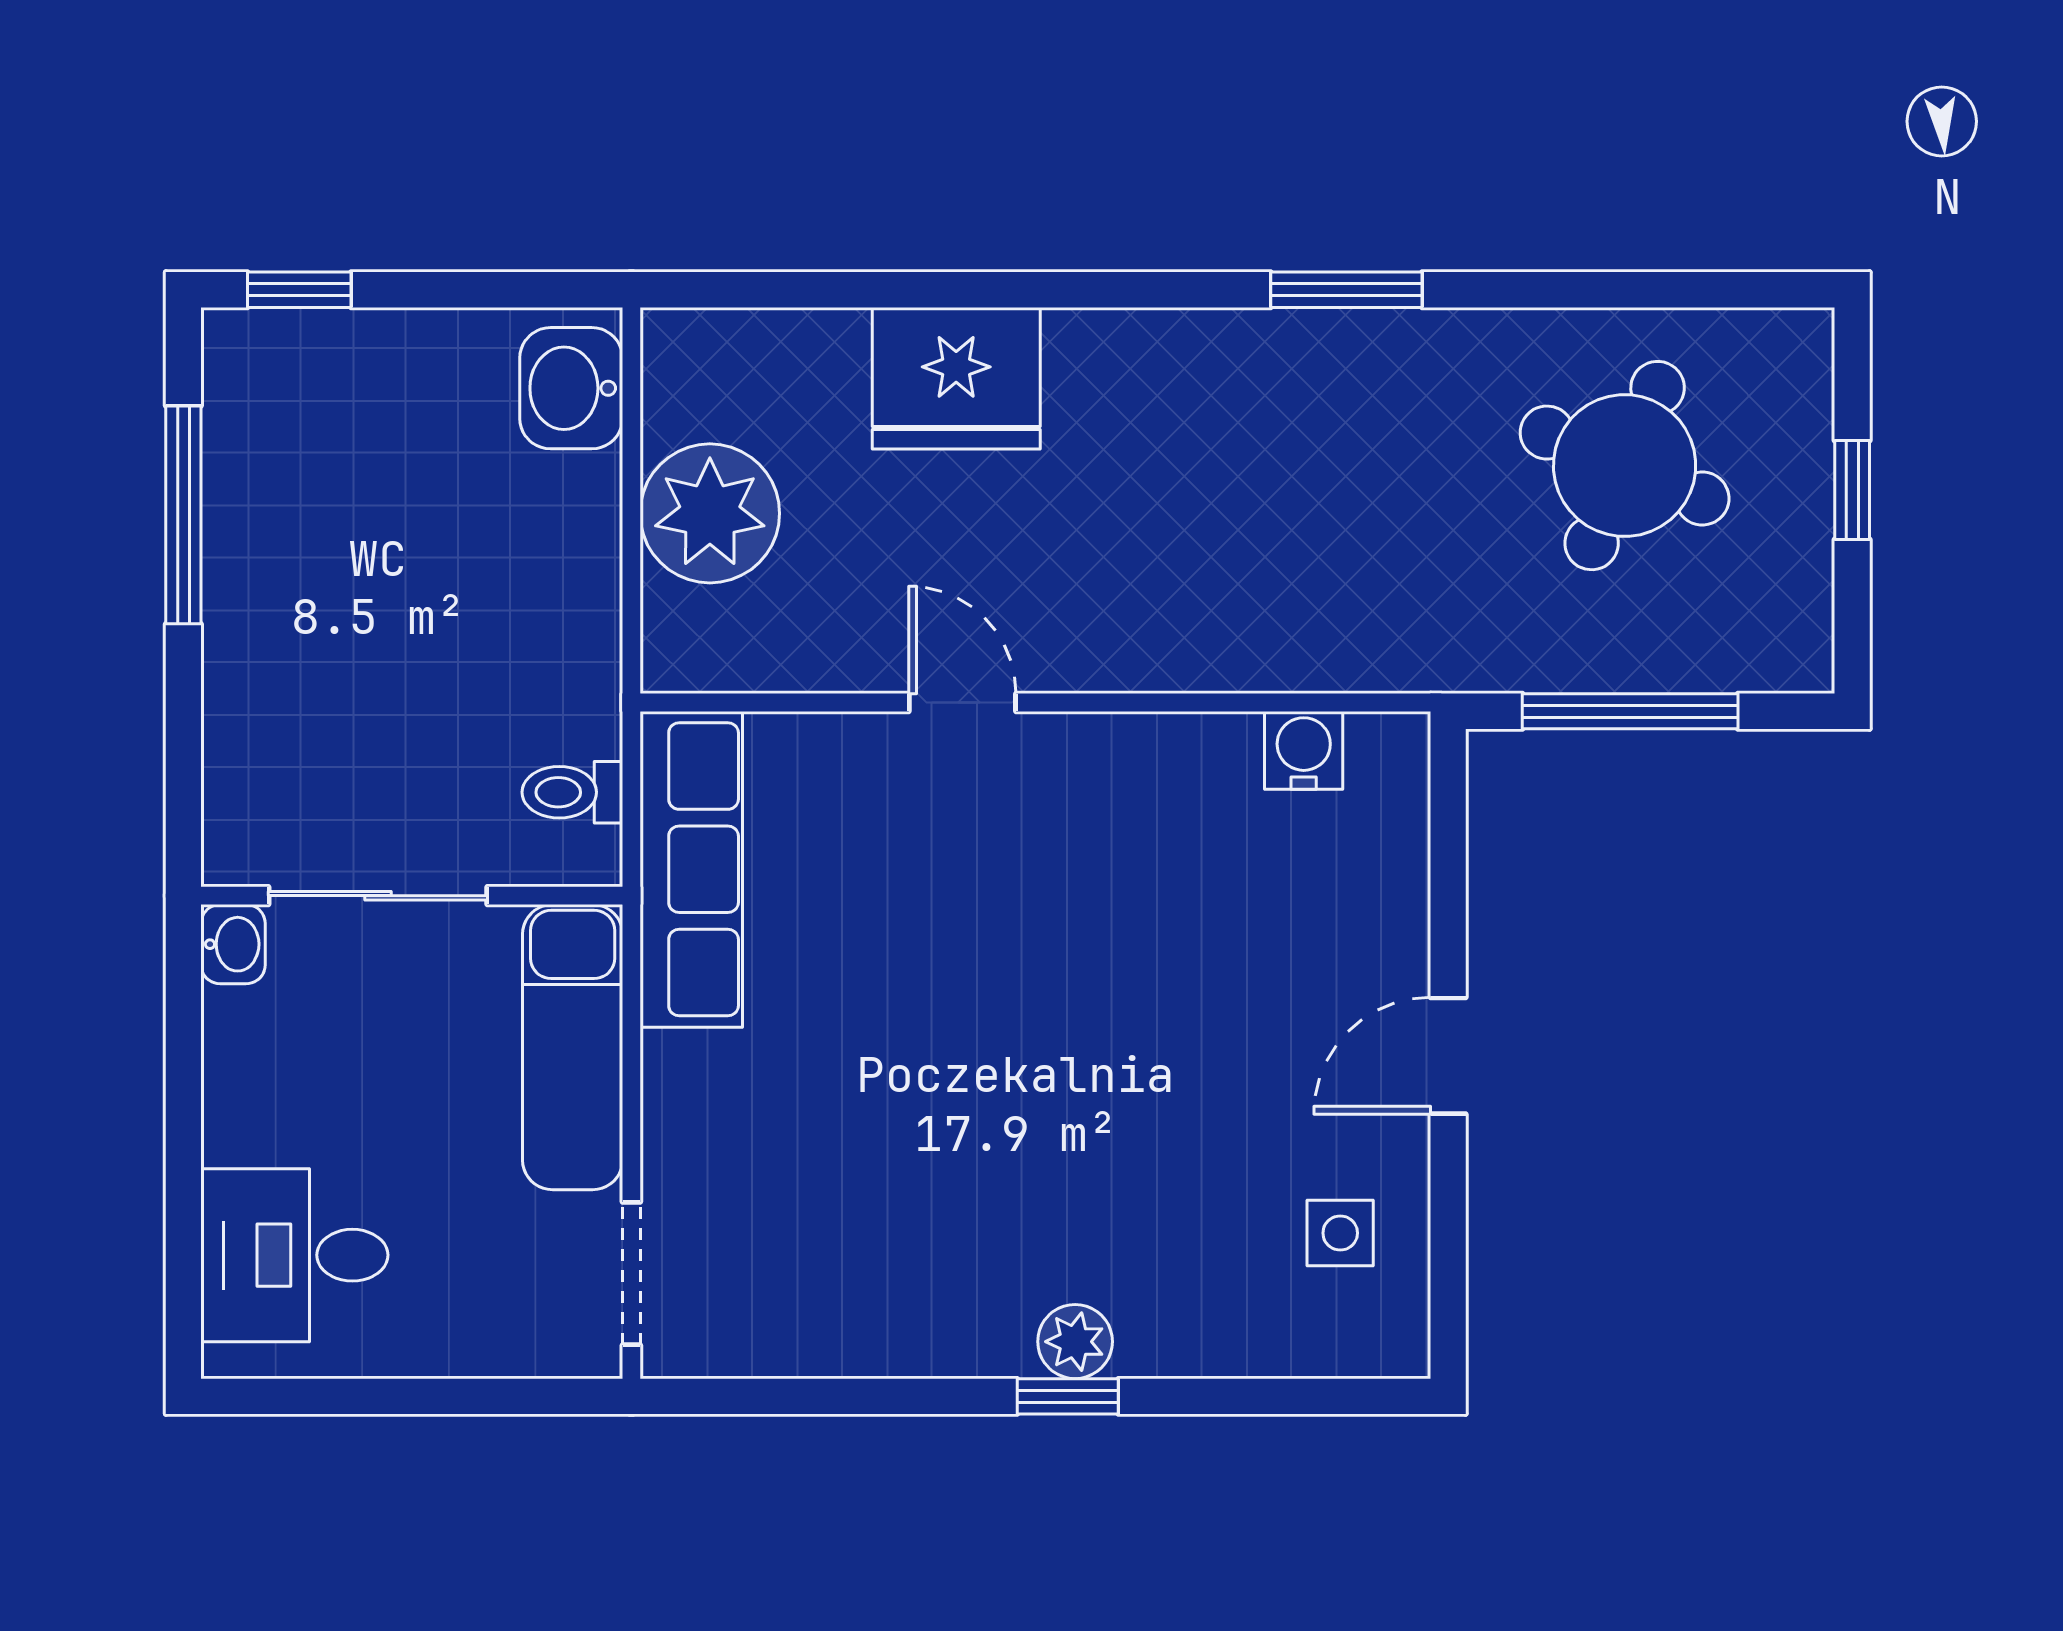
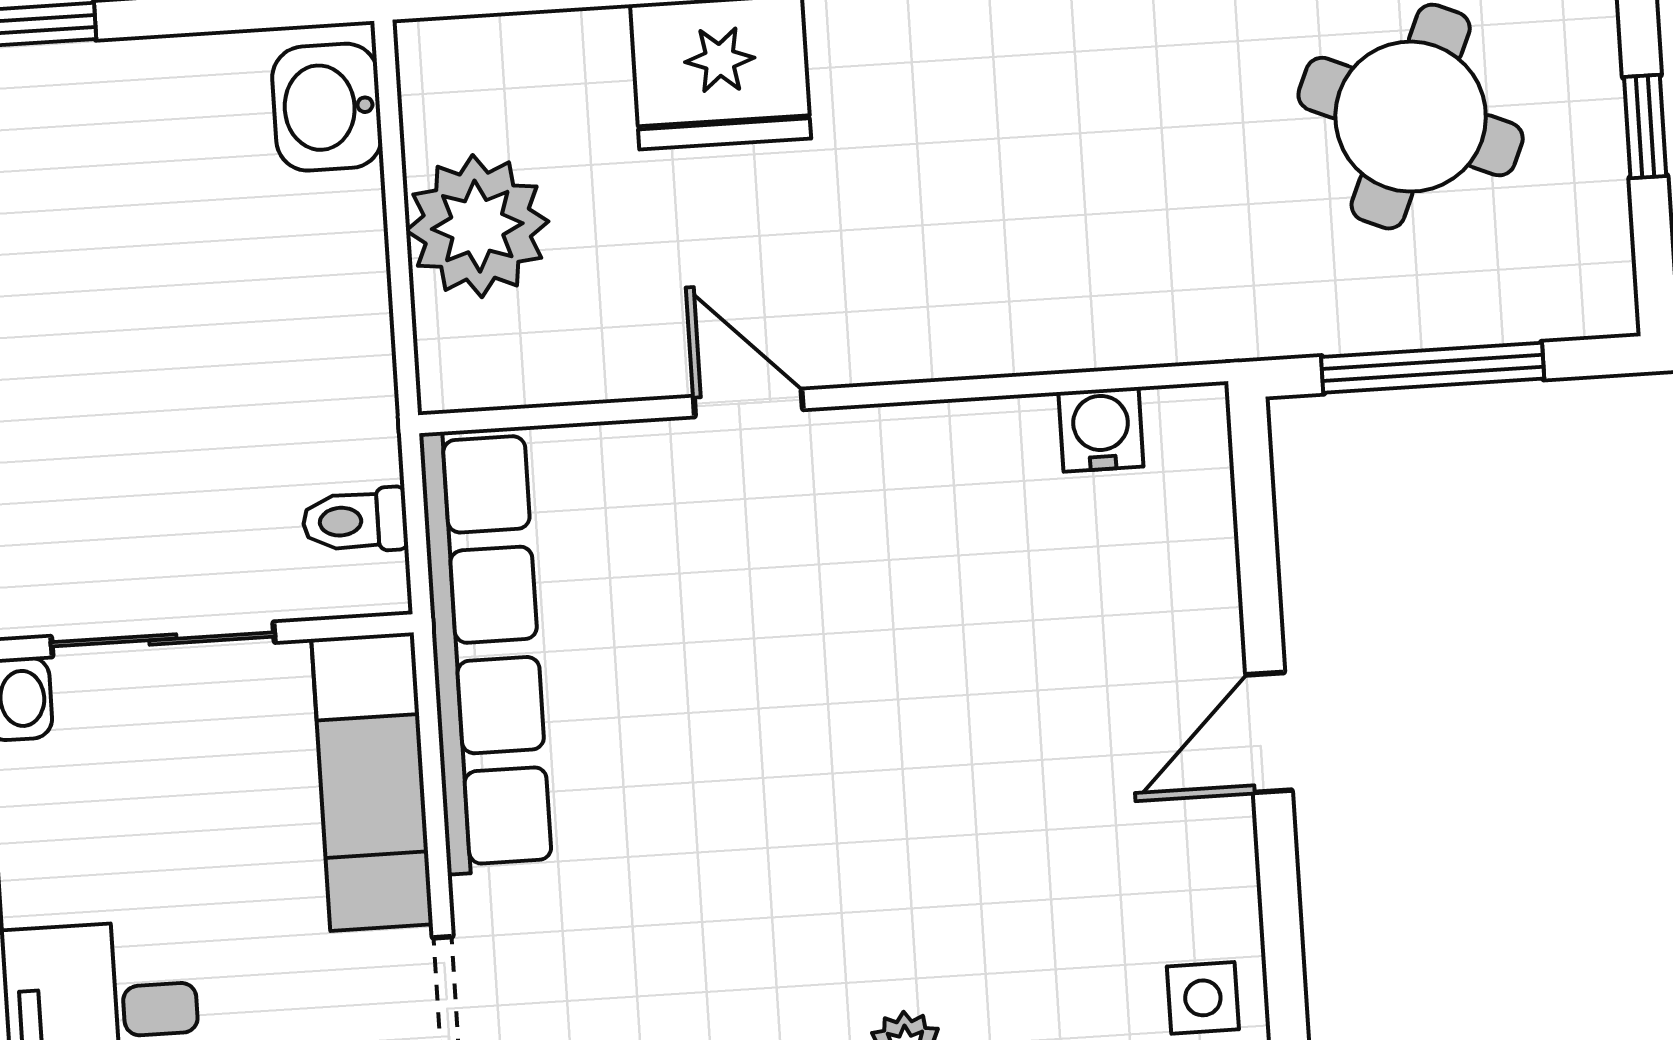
row of seats: (691, 869) -> (486, 651), width x1.36
side table: (1340, 1233) -> (1203, 998), moved

